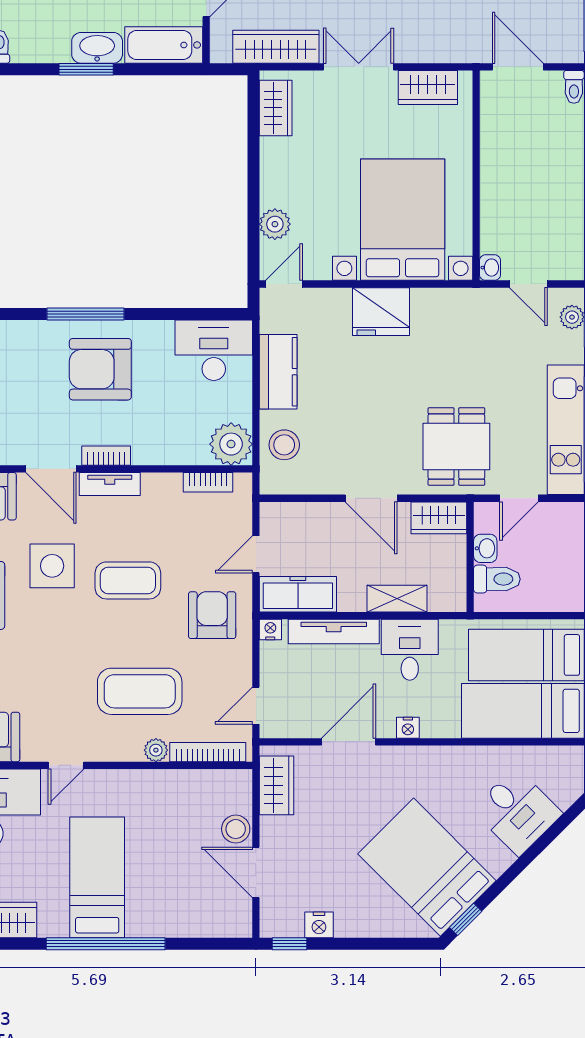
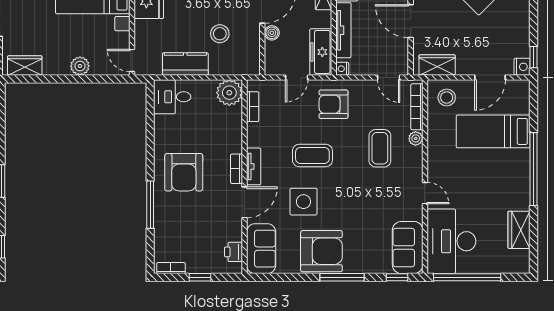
plant: (275, 224) -> (80, 66), moved
window: (85, 314) -> (150, 205), moved
desk: (214, 350) -> (172, 97), width x0.73
stool: (284, 445) -> (220, 34), moved
boiler: (329, 514) -> (272, 33), added
door: (256, 554) -> (297, 78), hinge flipped
coffee table: (128, 580) -> (312, 155), turned 90
coffee table: (140, 691) -> (380, 148), width x0.73, depth x0.76
stool: (236, 829) -> (447, 97), moved
bed: (97, 877) -> (493, 131), moved
nightstand: (319, 925) -> (522, 67), moved

